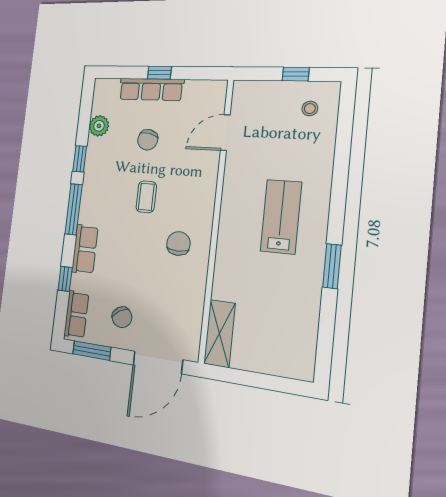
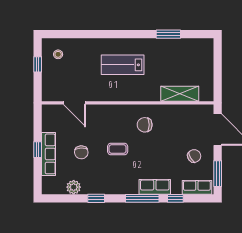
chair: (148, 140) -> (81, 152), turned 75
window: (74, 209) -> (142, 198), moved
window: (332, 266) -> (168, 34), moved
shelving: (220, 334) -> (180, 94), moved

